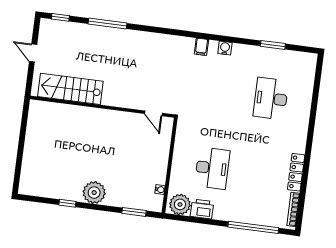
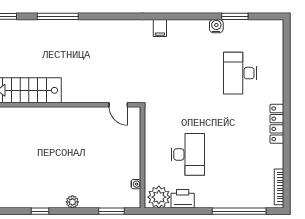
water cooler: (225, 48) -> (216, 26), moved
locker: (296, 172) -> (277, 124), moved
plant: (94, 193) -> (72, 202), width x0.53, depth x0.53

